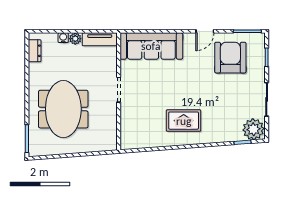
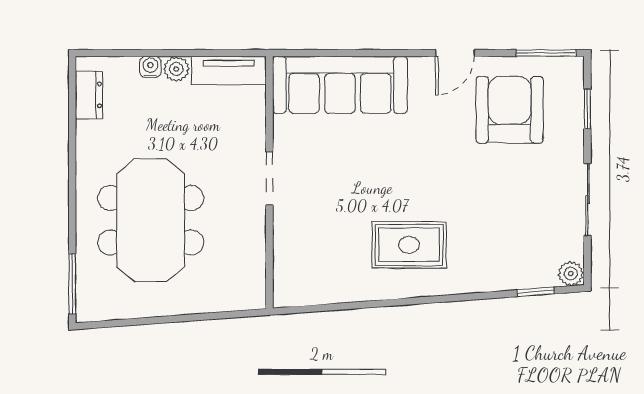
plant: (253, 129) -> (571, 274), width x0.53, depth x0.53

